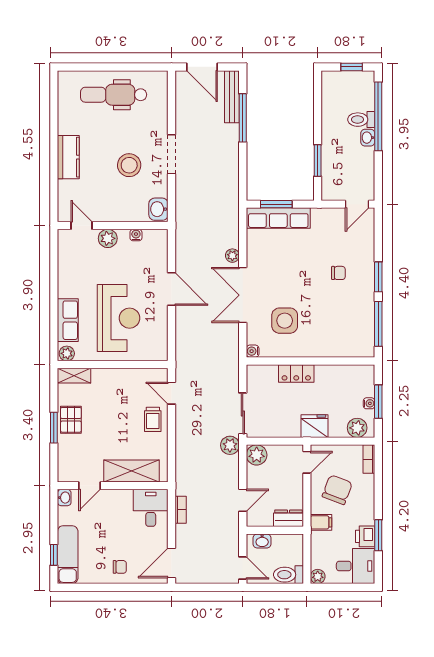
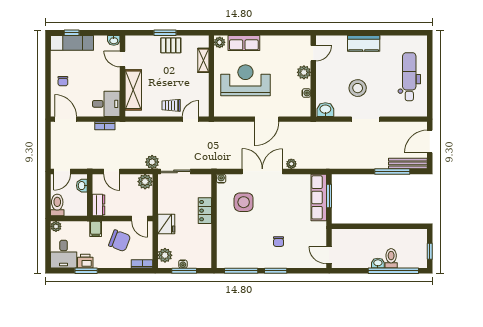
window: (318, 160) -> (361, 226), removed
reception desk: (119, 318) -> (245, 80), turned 180
shelving: (74, 376) -> (203, 60), moved

